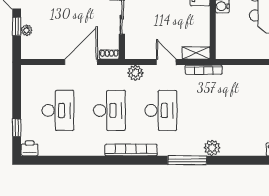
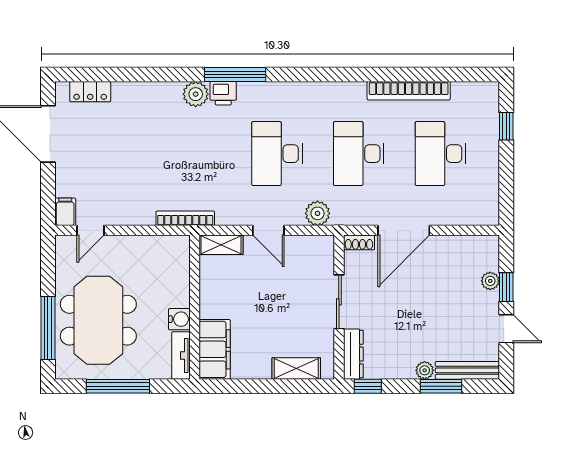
bookcase: (204, 70) -> (185, 218), moved
printer: (30, 148) -> (223, 93), moved
bookcase: (131, 150) -> (409, 91), moved

